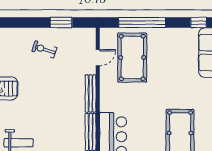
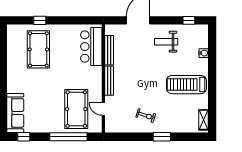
window: (61, 23) -> (162, 137), moved
door: (98, 58) -> (103, 109), hinge flipped

